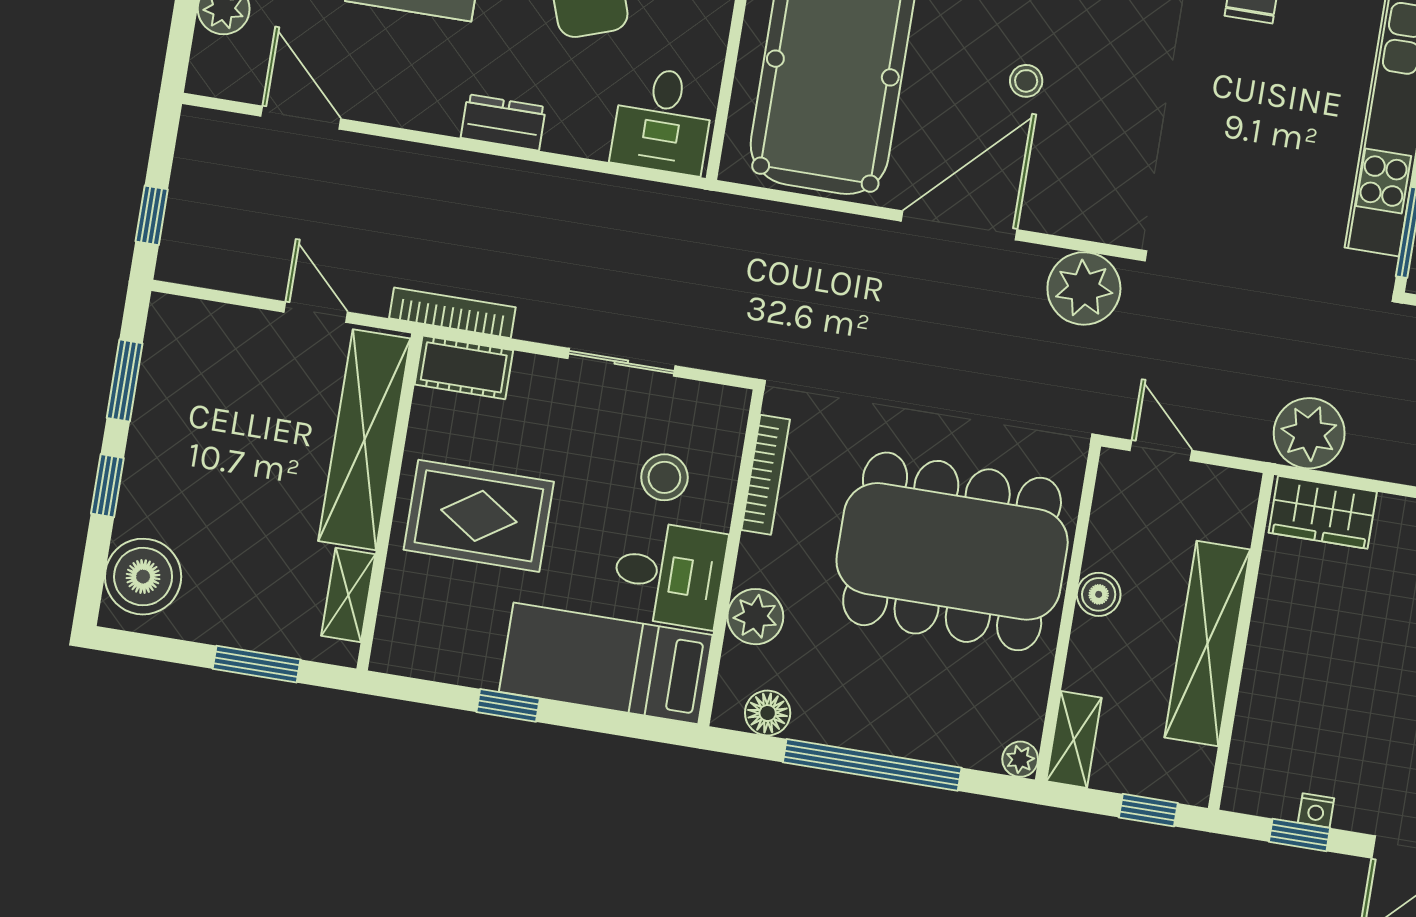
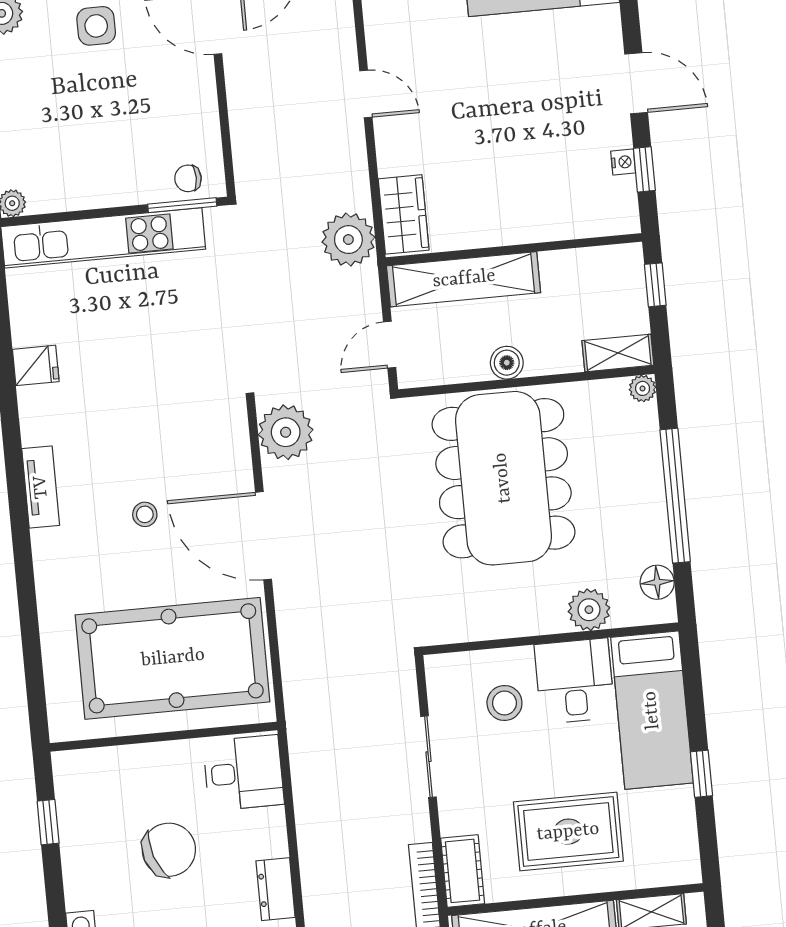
bookcase: (766, 475) -> (483, 629), removed
rug: (479, 516) -> (568, 832), turned 90
shelving: (1207, 643) -> (464, 279), moved

